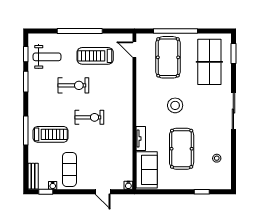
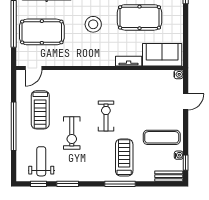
exercise bike: (73, 85) -> (72, 133), turned 180

